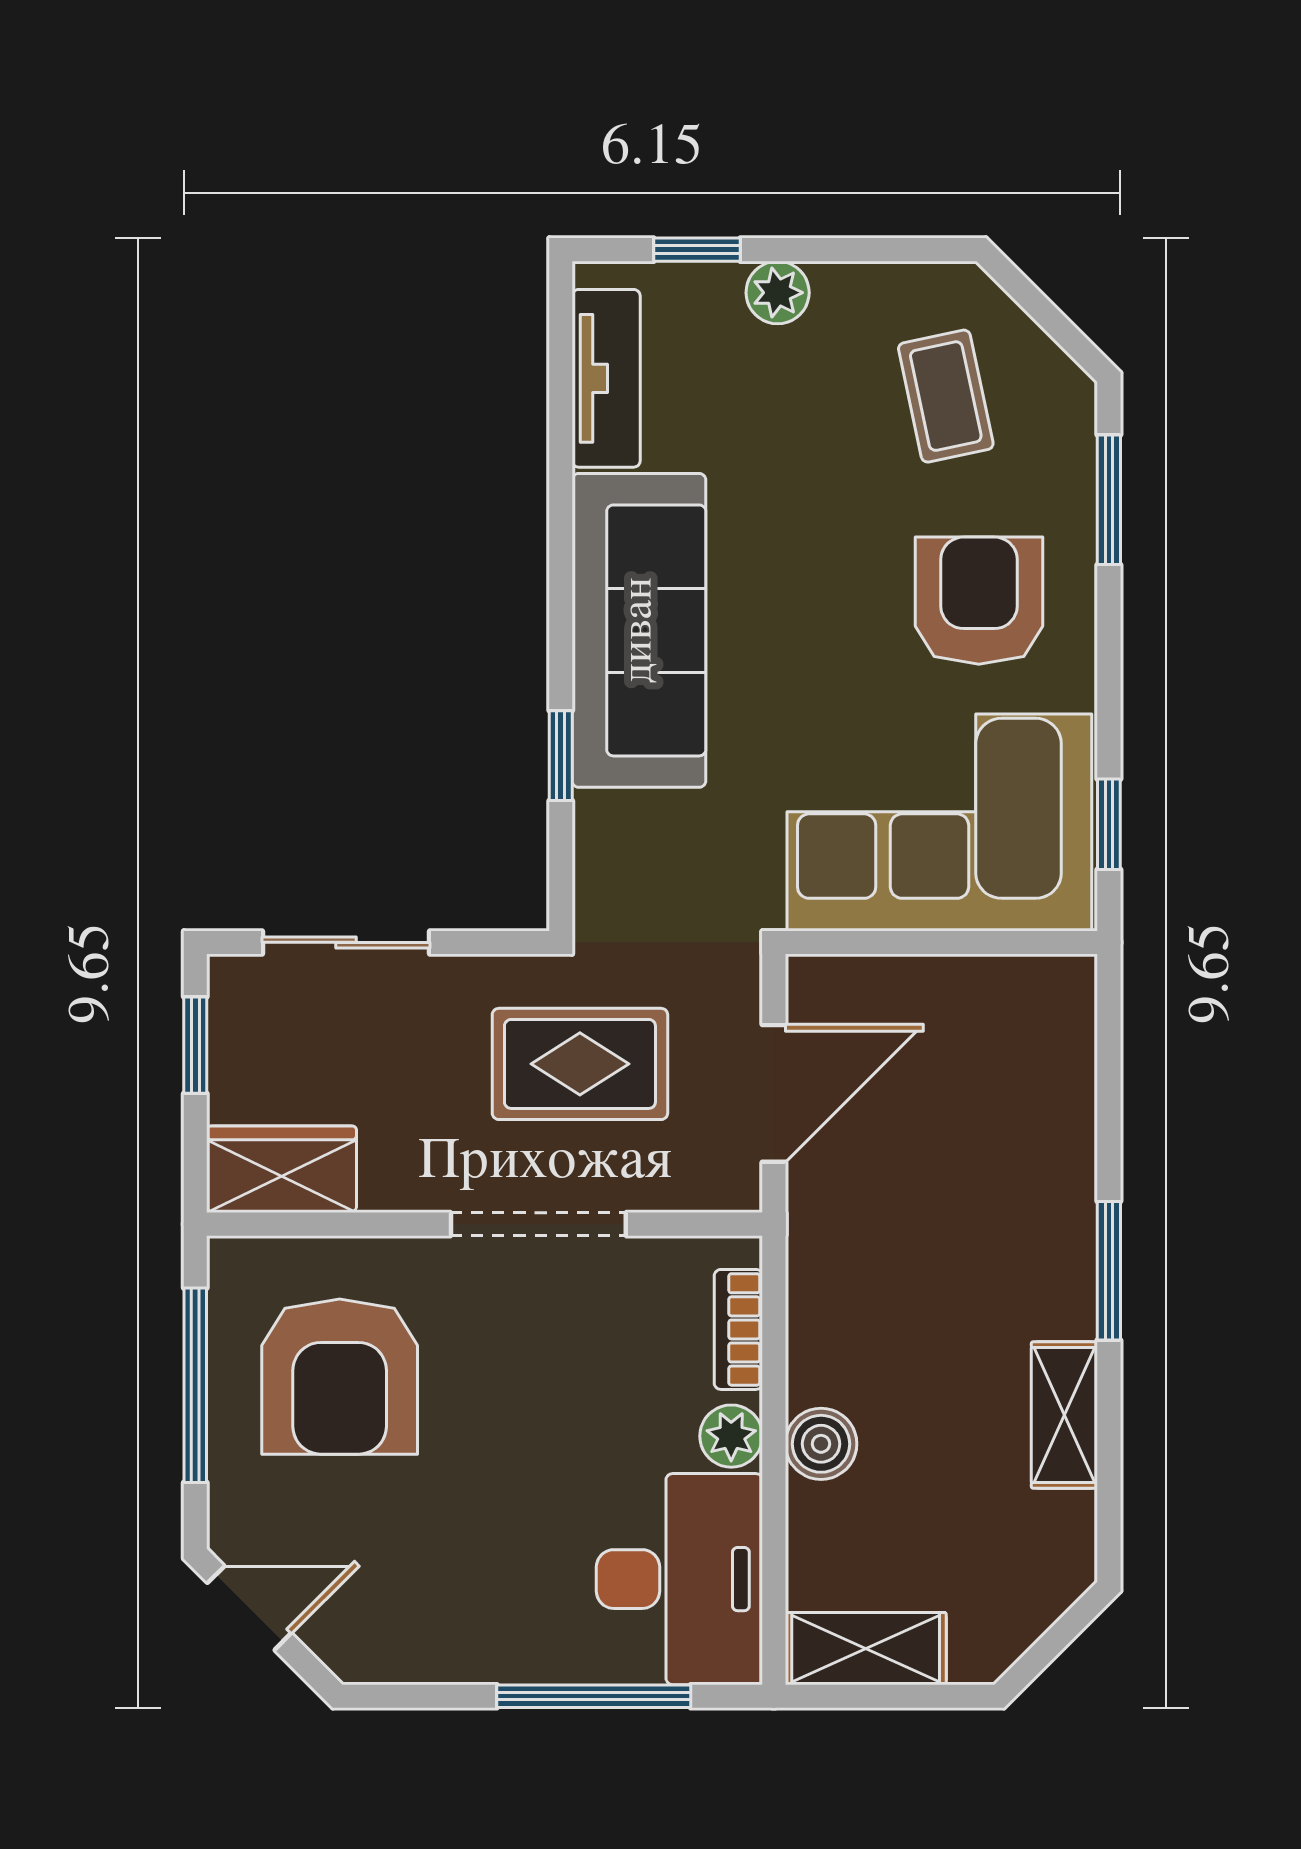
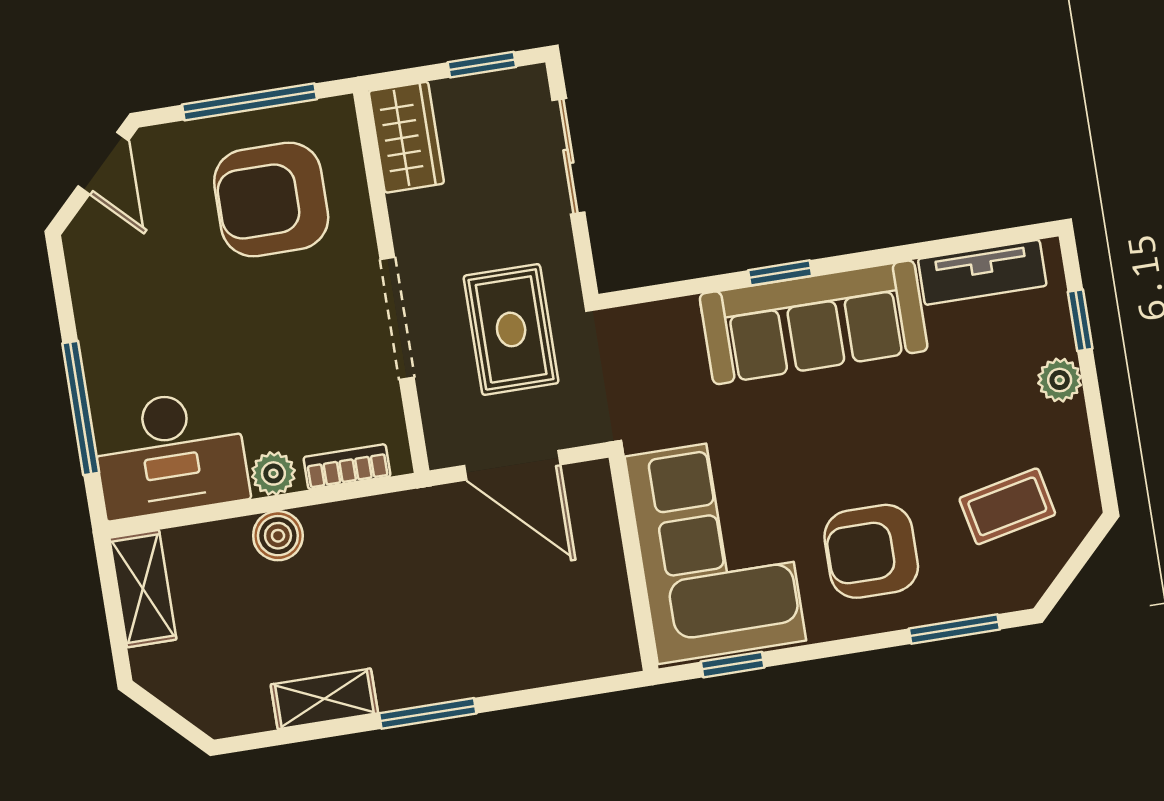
armchair: (979, 601) -> (871, 551), turned 180
window: (561, 756) -> (780, 273), moved

